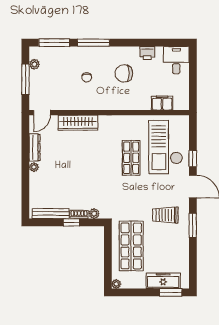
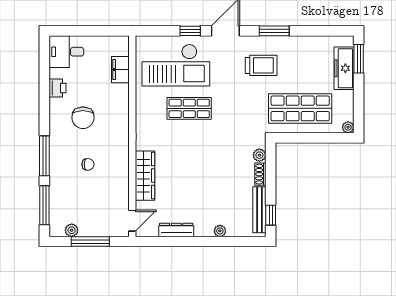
door: (42, 113) -> (132, 221), hinge flipped
plant: (34, 167) -> (220, 231), moved
trolley: (165, 215) -> (261, 65), turned -90
window: (71, 222) -> (271, 215), moved

